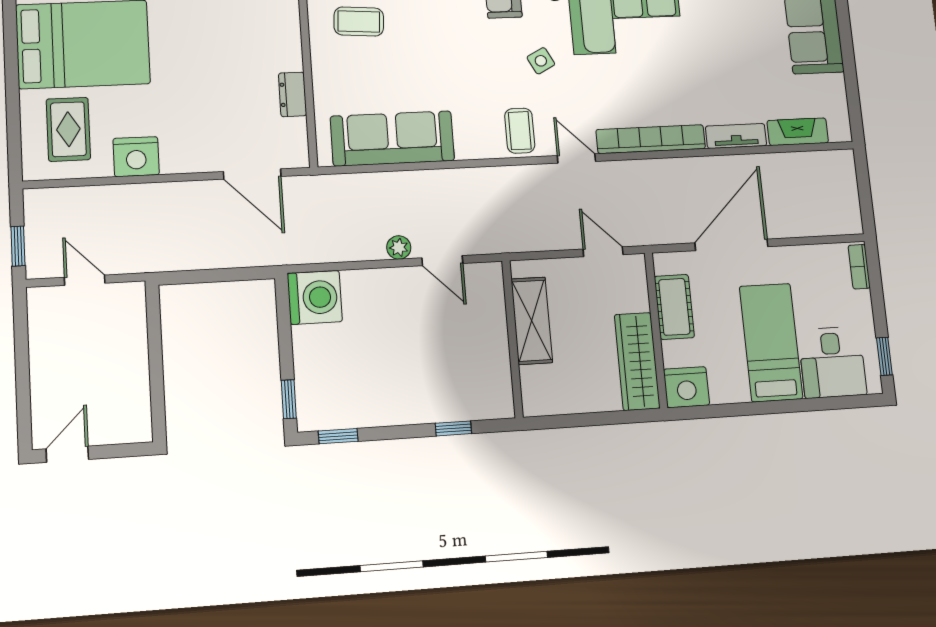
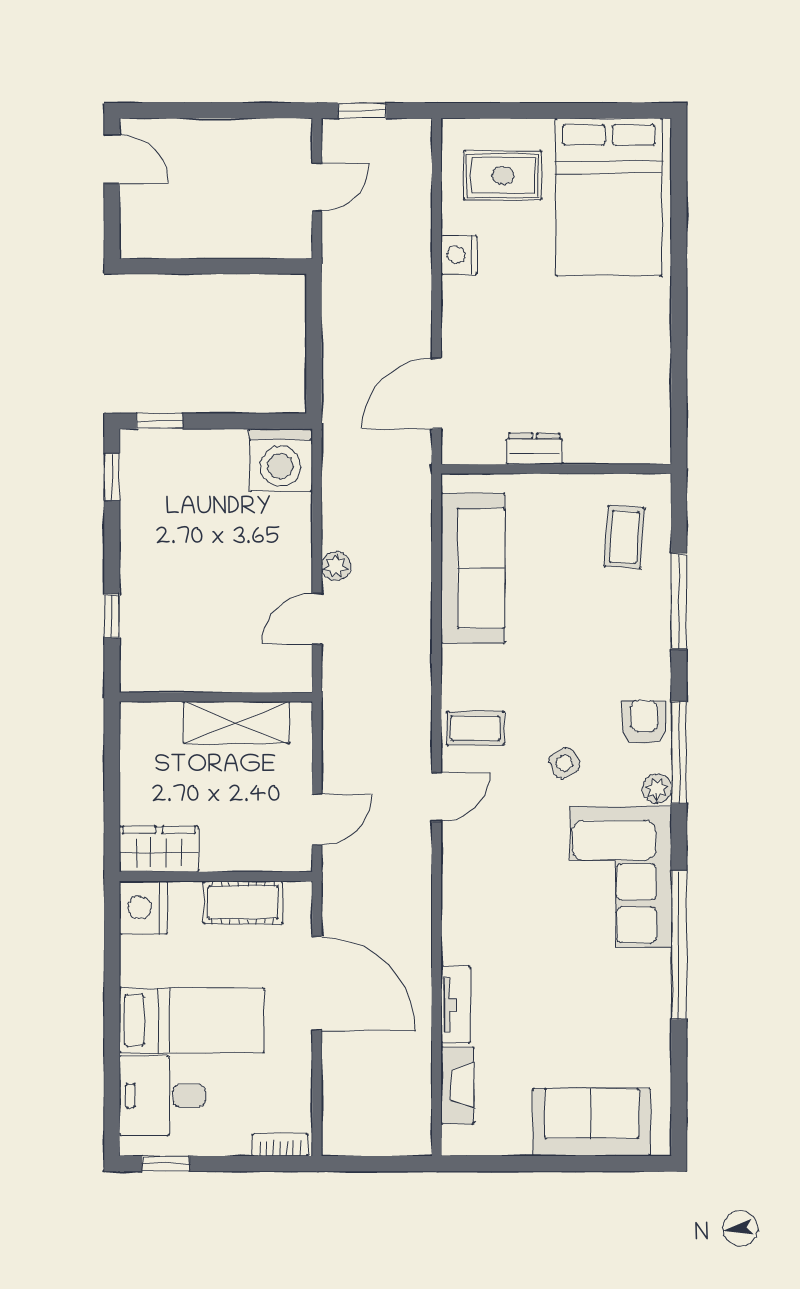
bookcase: (651, 139) -> (457, 894), removed
nightstand: (136, 157) -> (459, 255), width x0.74, depth x0.75
wardrobe: (637, 361) -> (159, 849), width x0.67

